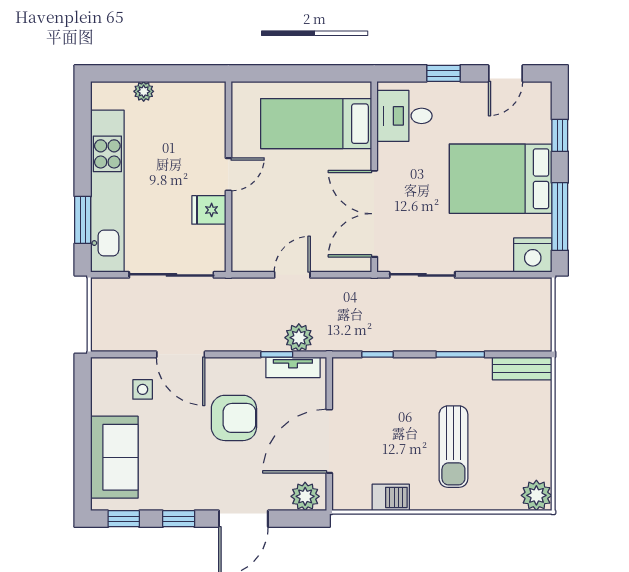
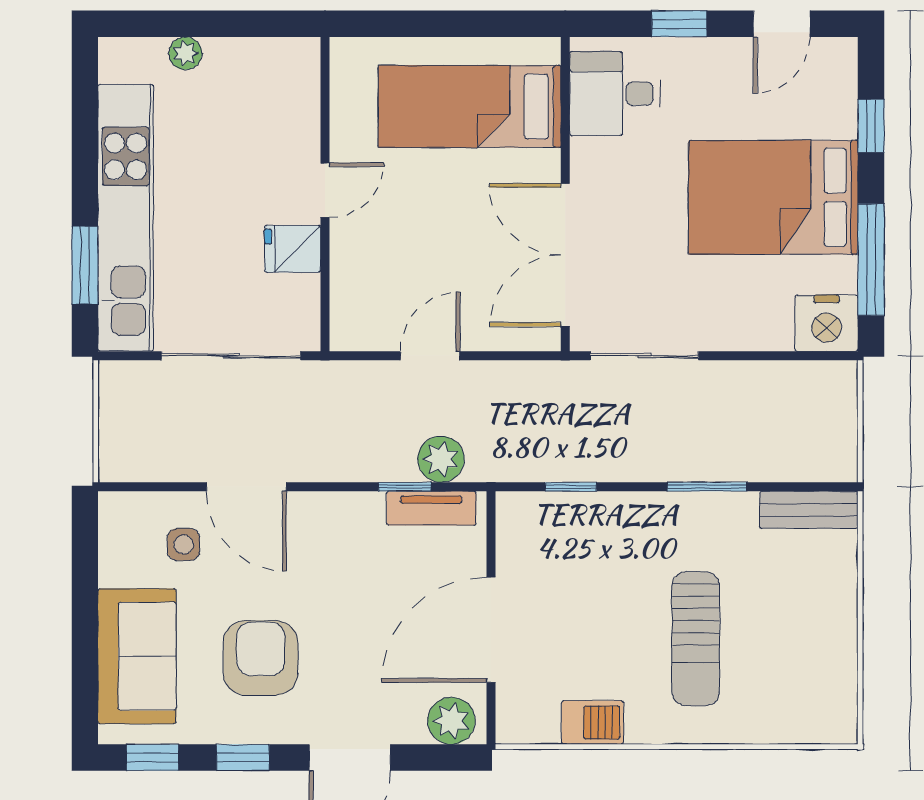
armchair: (234, 418) -> (261, 658), moved, turned -90
plant: (536, 495) -> (833, 719), removed

